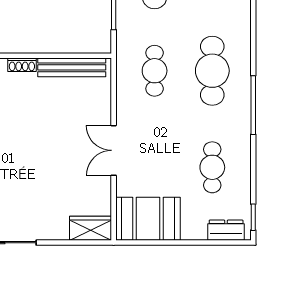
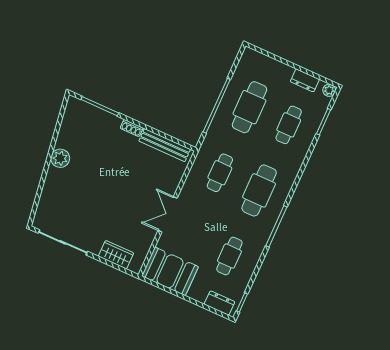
wardrobe: (91, 228) -> (116, 255), moved

